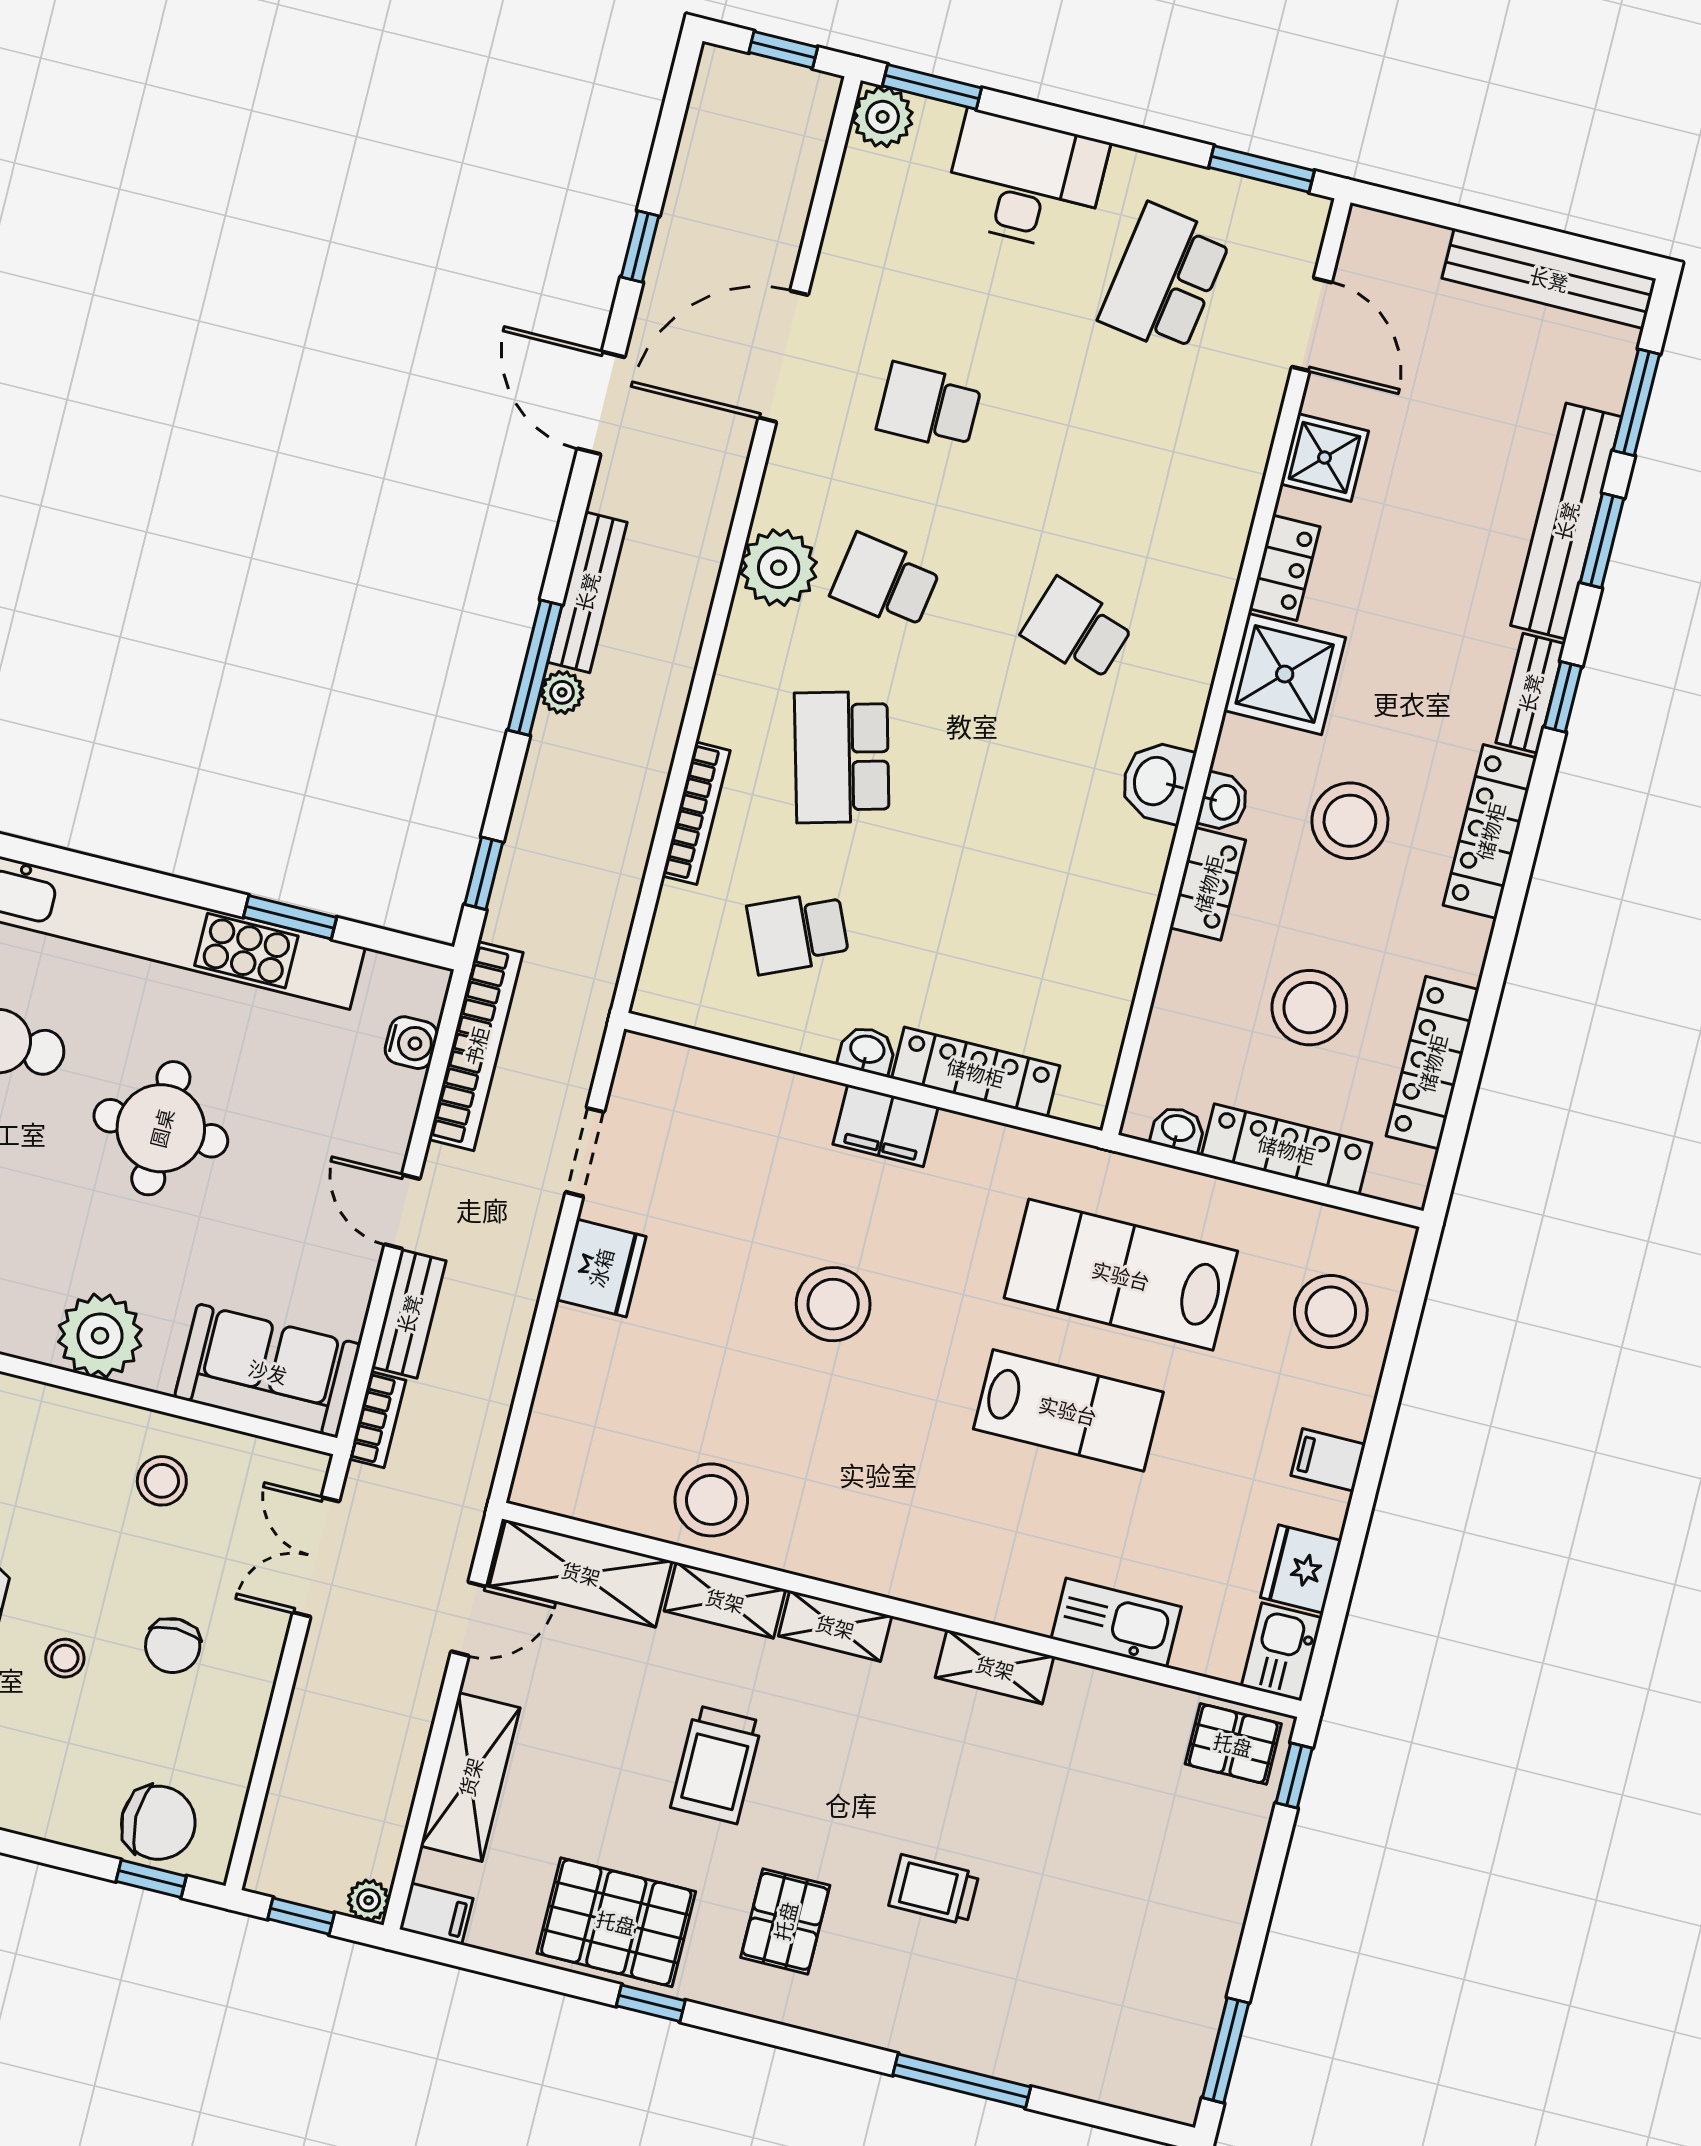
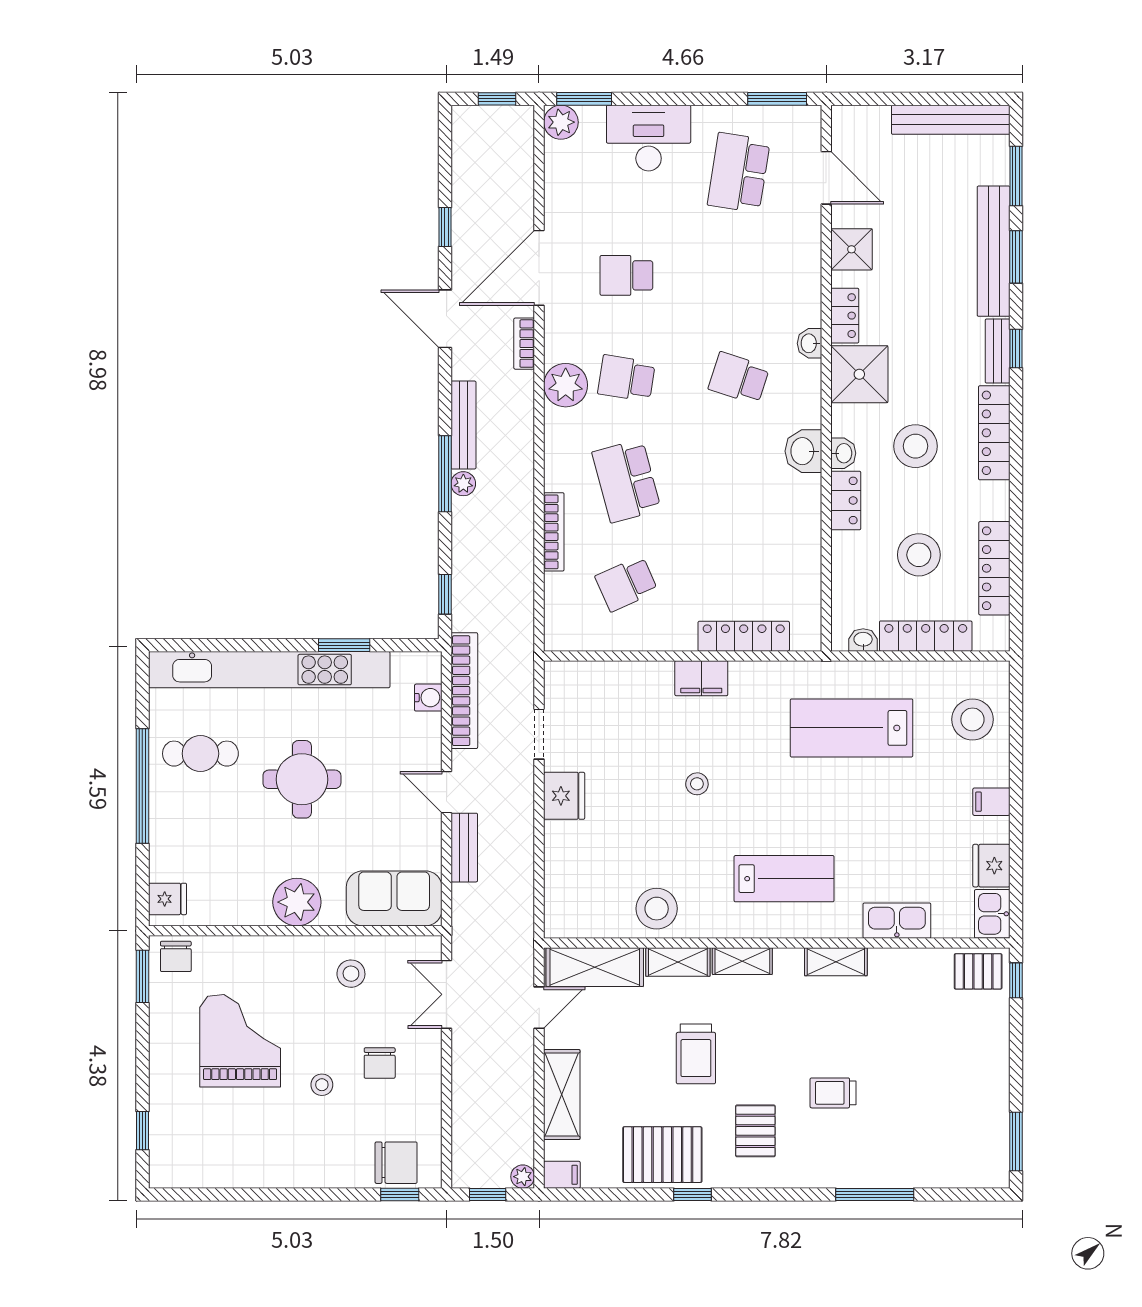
washbasin: (867, 1050) -> (809, 343), moved, turned -90
stool: (833, 1304) -> (697, 784), width x0.53, depth x0.53
lab bench: (1068, 1410) -> (784, 879), moved
bookcase: (377, 1420) -> (524, 344), moved, turned 180

